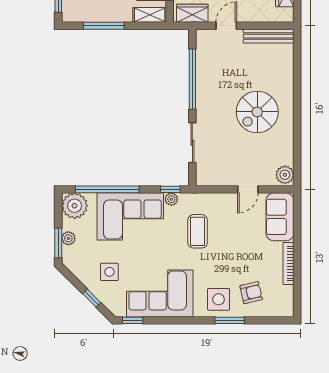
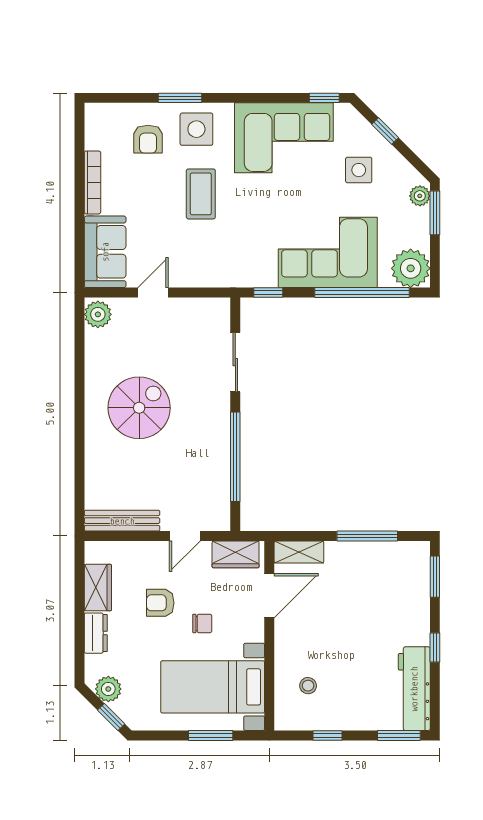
plant: (171, 199) -> (267, 278), removed
coffee table: (198, 231) -> (201, 194), moved
plant: (68, 238) -> (420, 196), moved
armchair: (251, 293) -> (148, 139), turned -77

